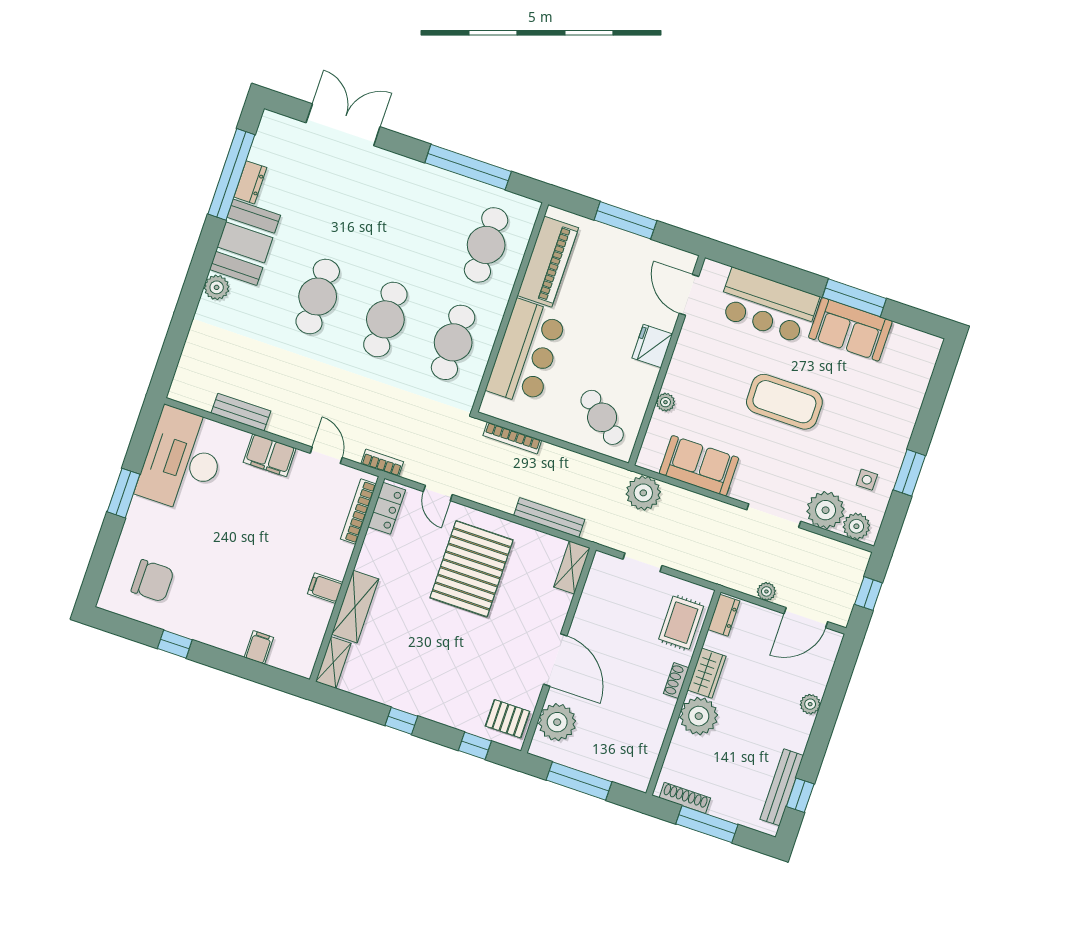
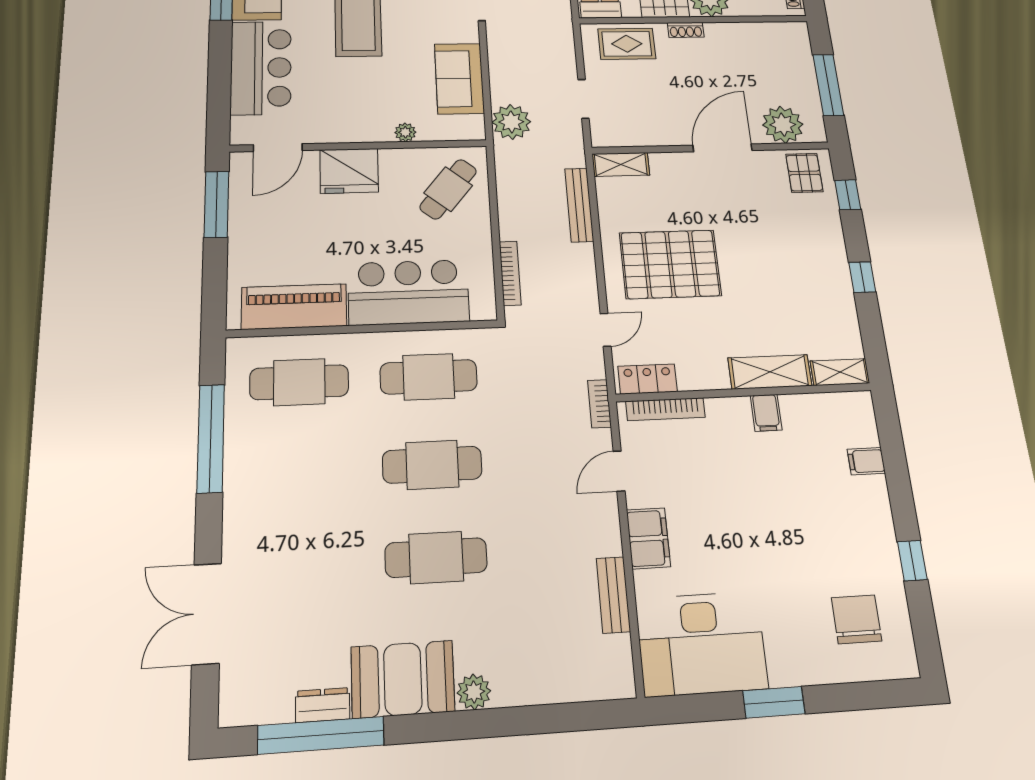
window: (625, 220) -> (216, 204), moved
fridge: (652, 346) -> (349, 171), width x1.36, depth x1.34

